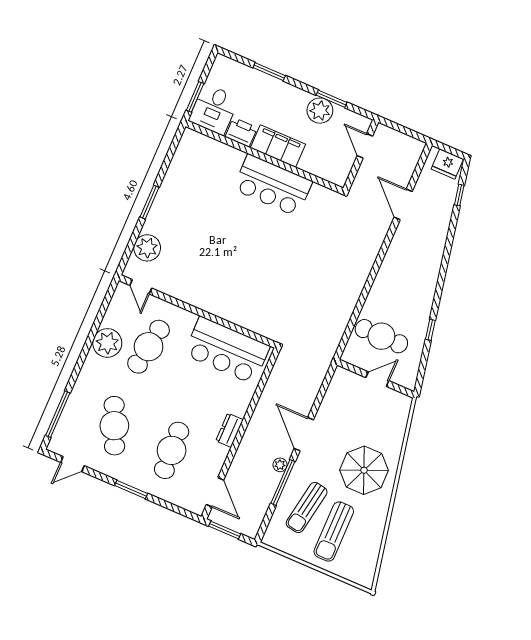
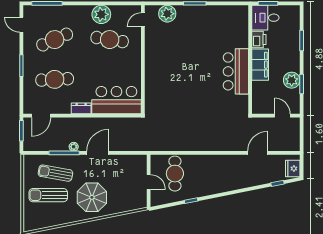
door: (365, 146) -> (282, 116), hinge flipped
bar counter: (227, 350) -> (116, 100), moved, turned 90

